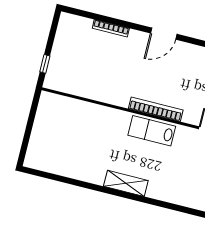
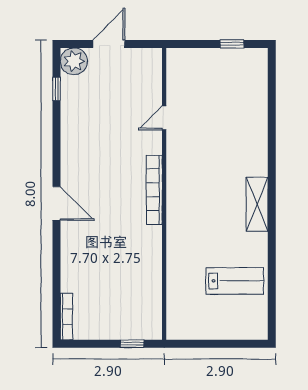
bookcase: (111, 28) -> (66, 317), moved
lab bench: (152, 131) -> (235, 281), moved, turned -90

